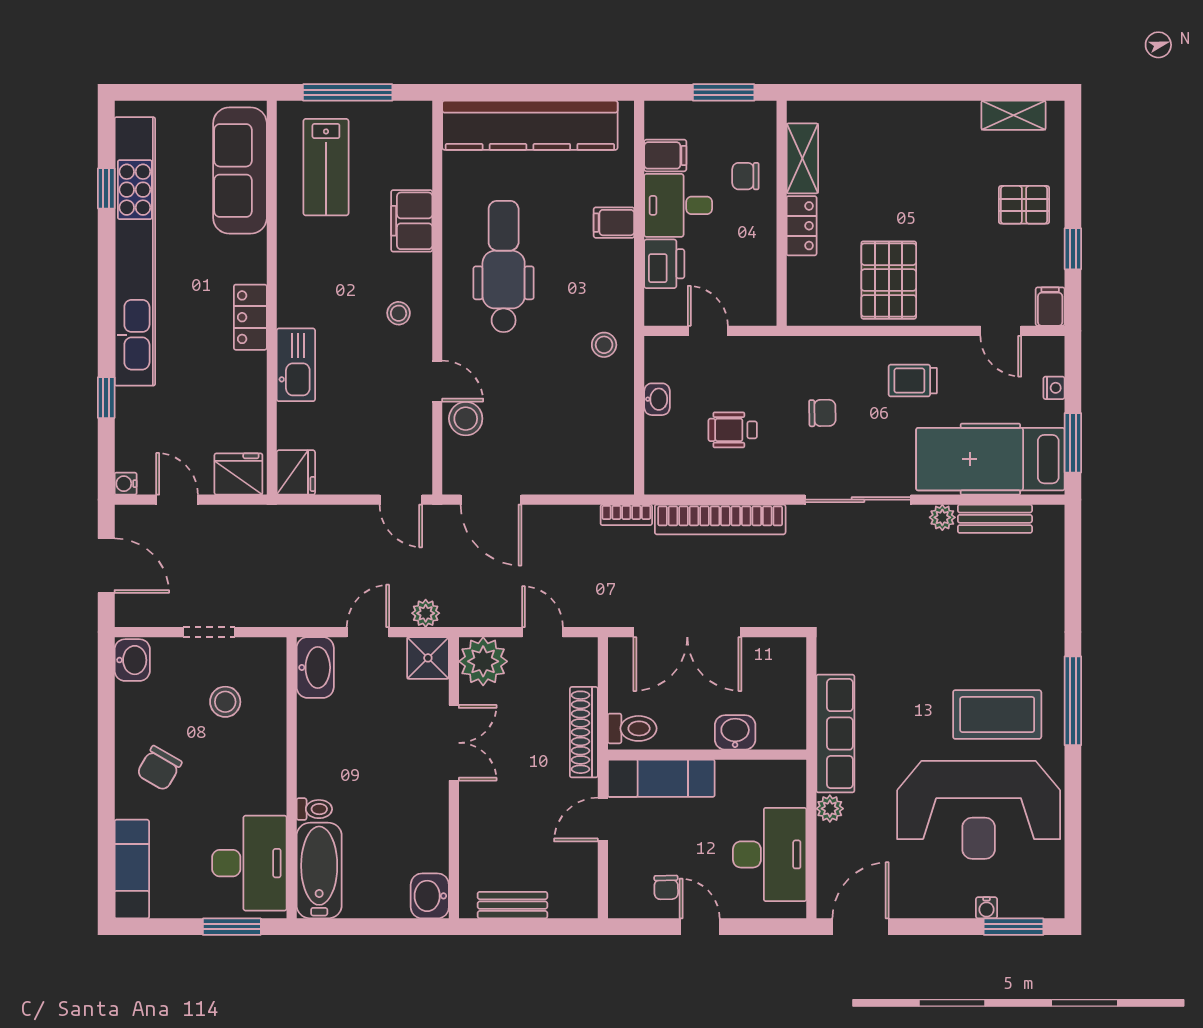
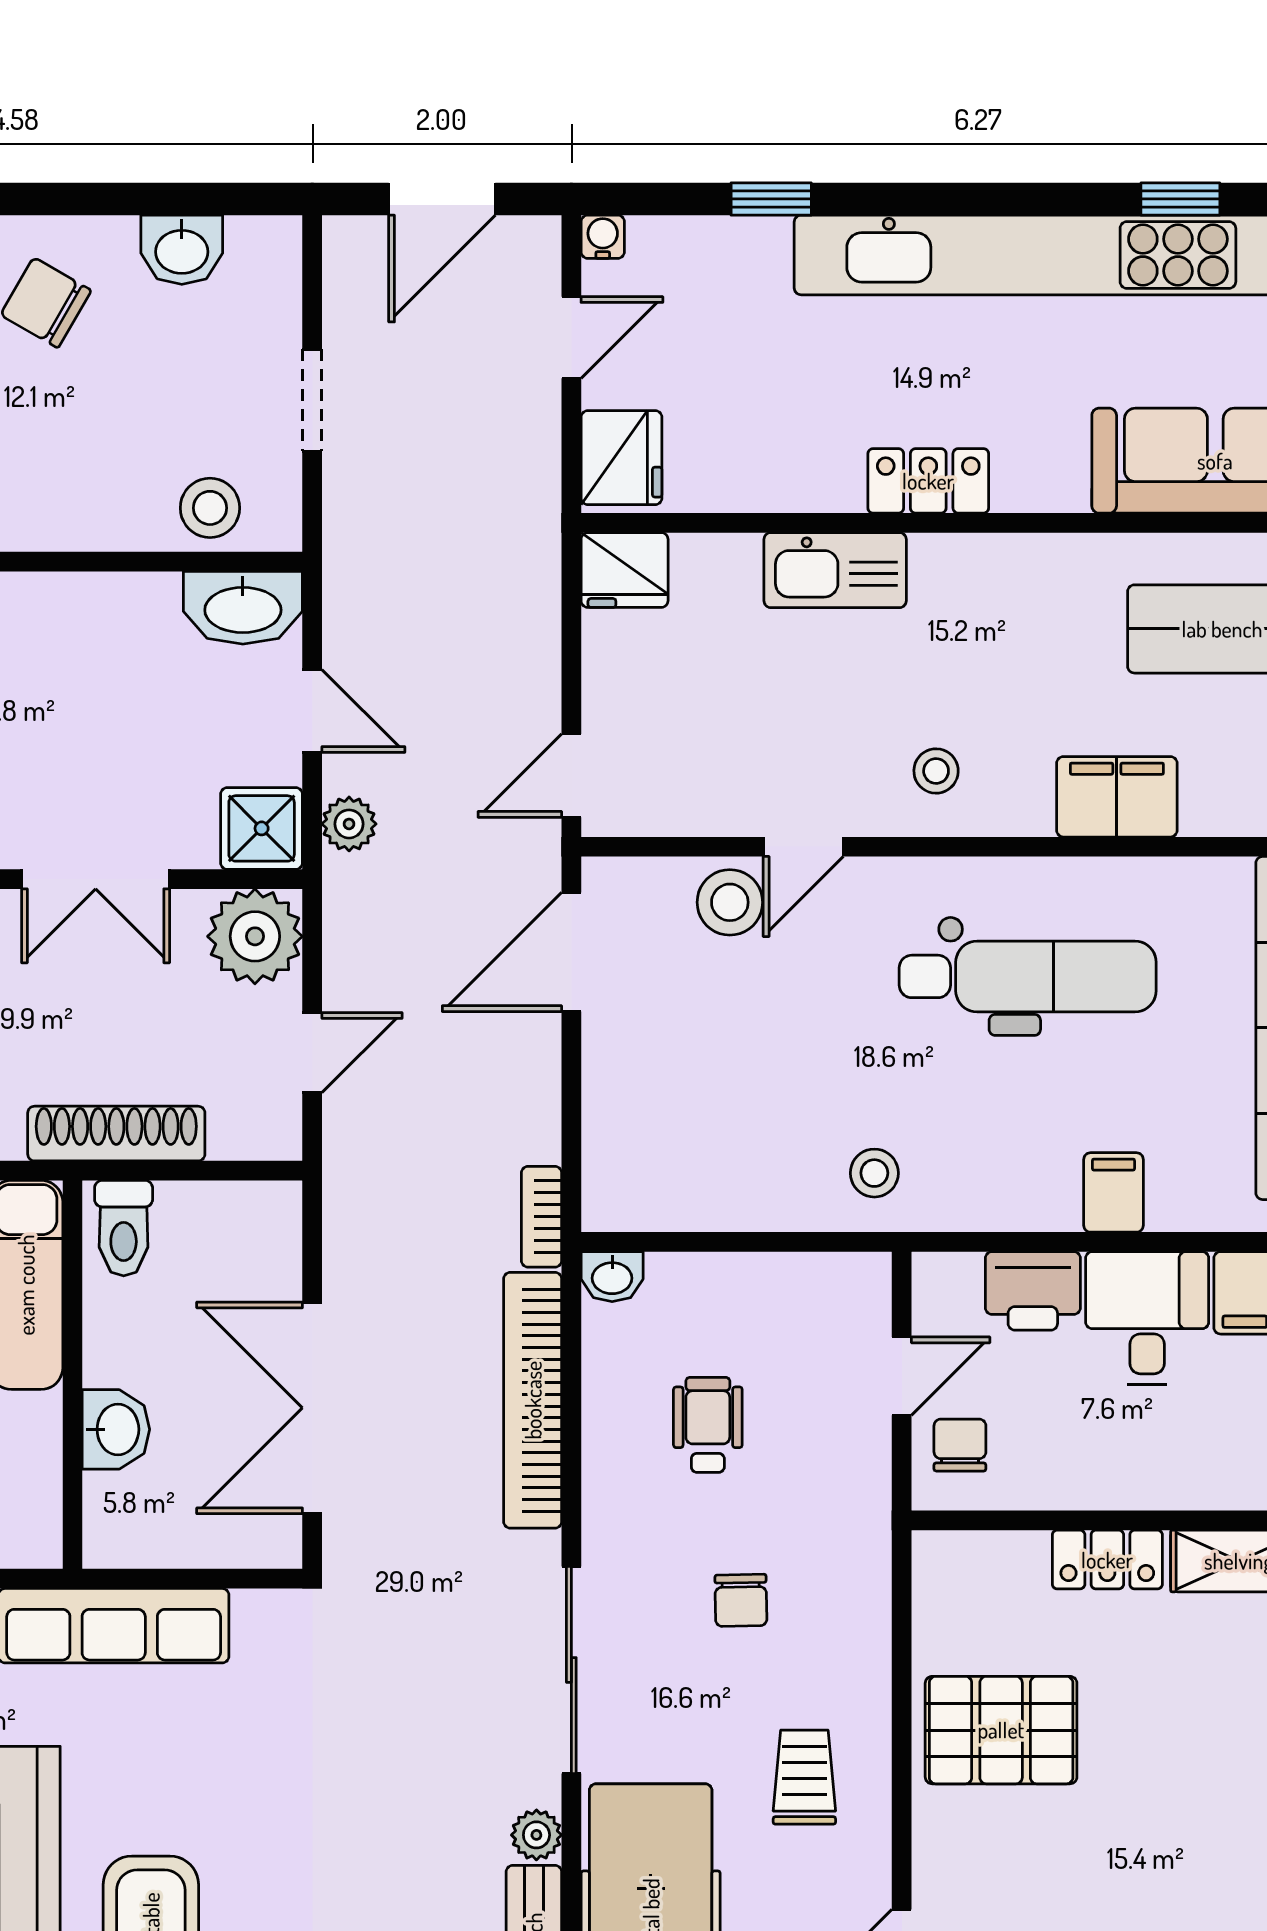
chair: (745, 176) -> (960, 1445), moved
washbasin: (657, 399) -> (612, 1277), moved
double door: (687, 632) -> (312, 1408), moved
washbasin: (132, 660) -> (182, 250), moved
stool: (225, 702) -> (210, 508), moved

